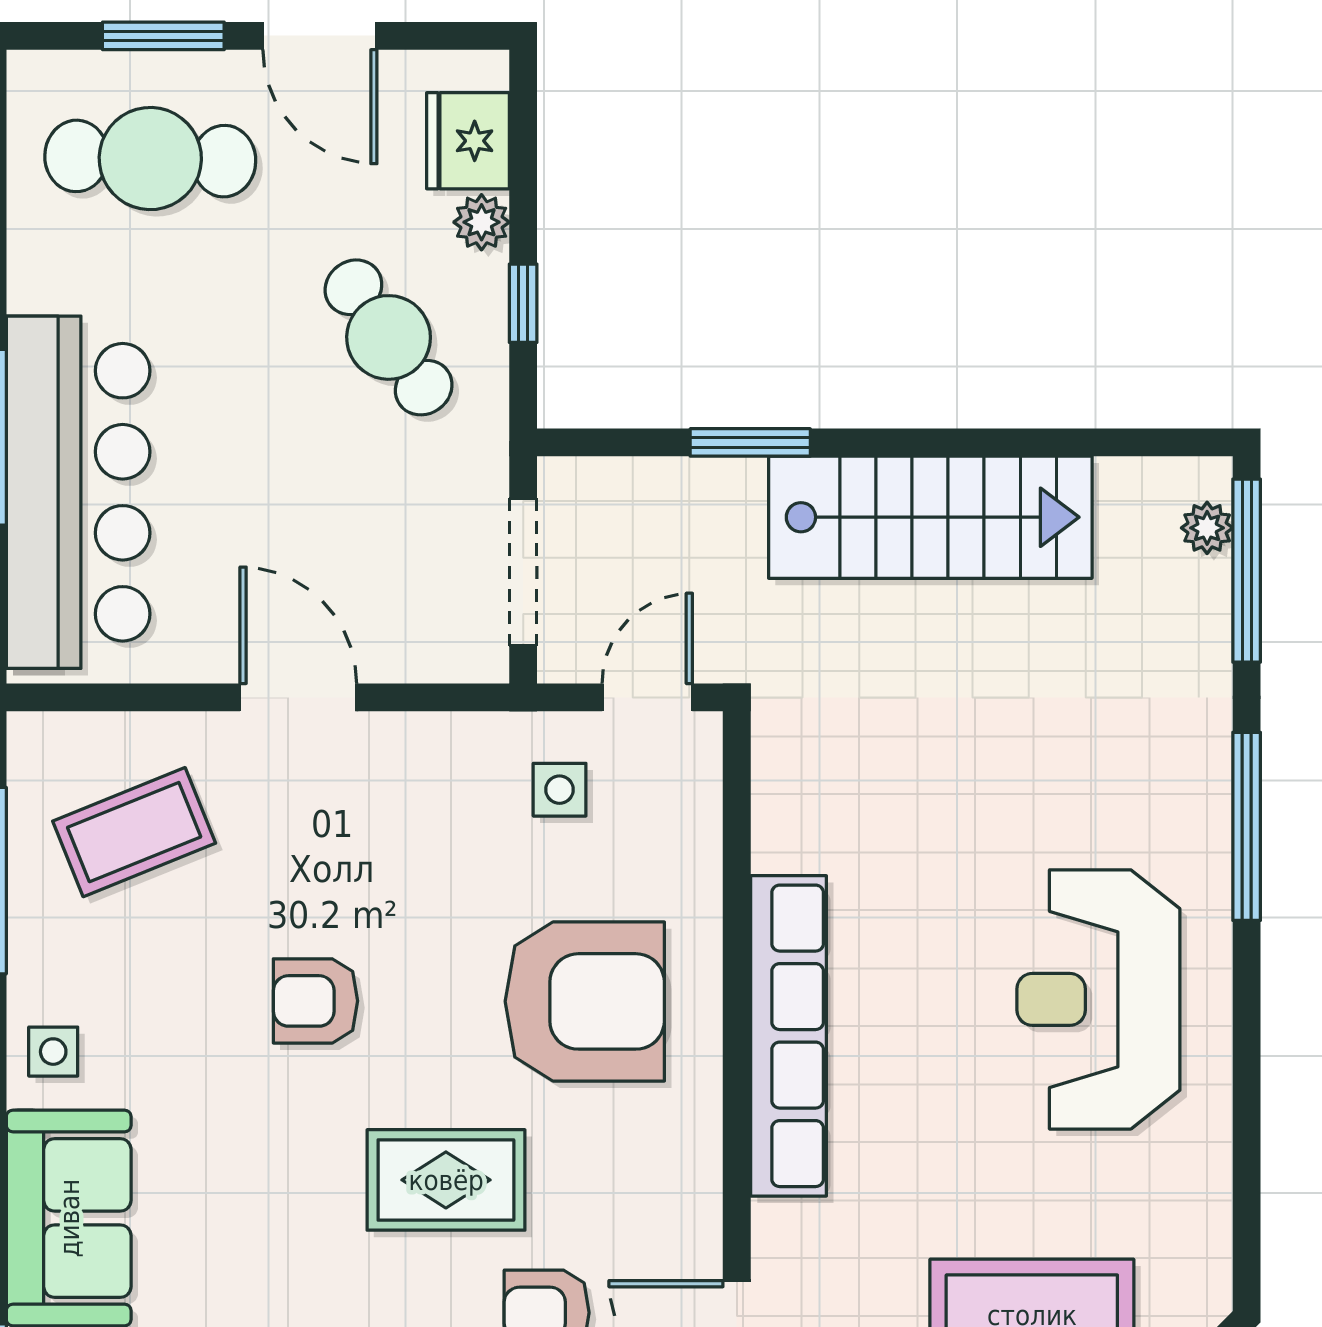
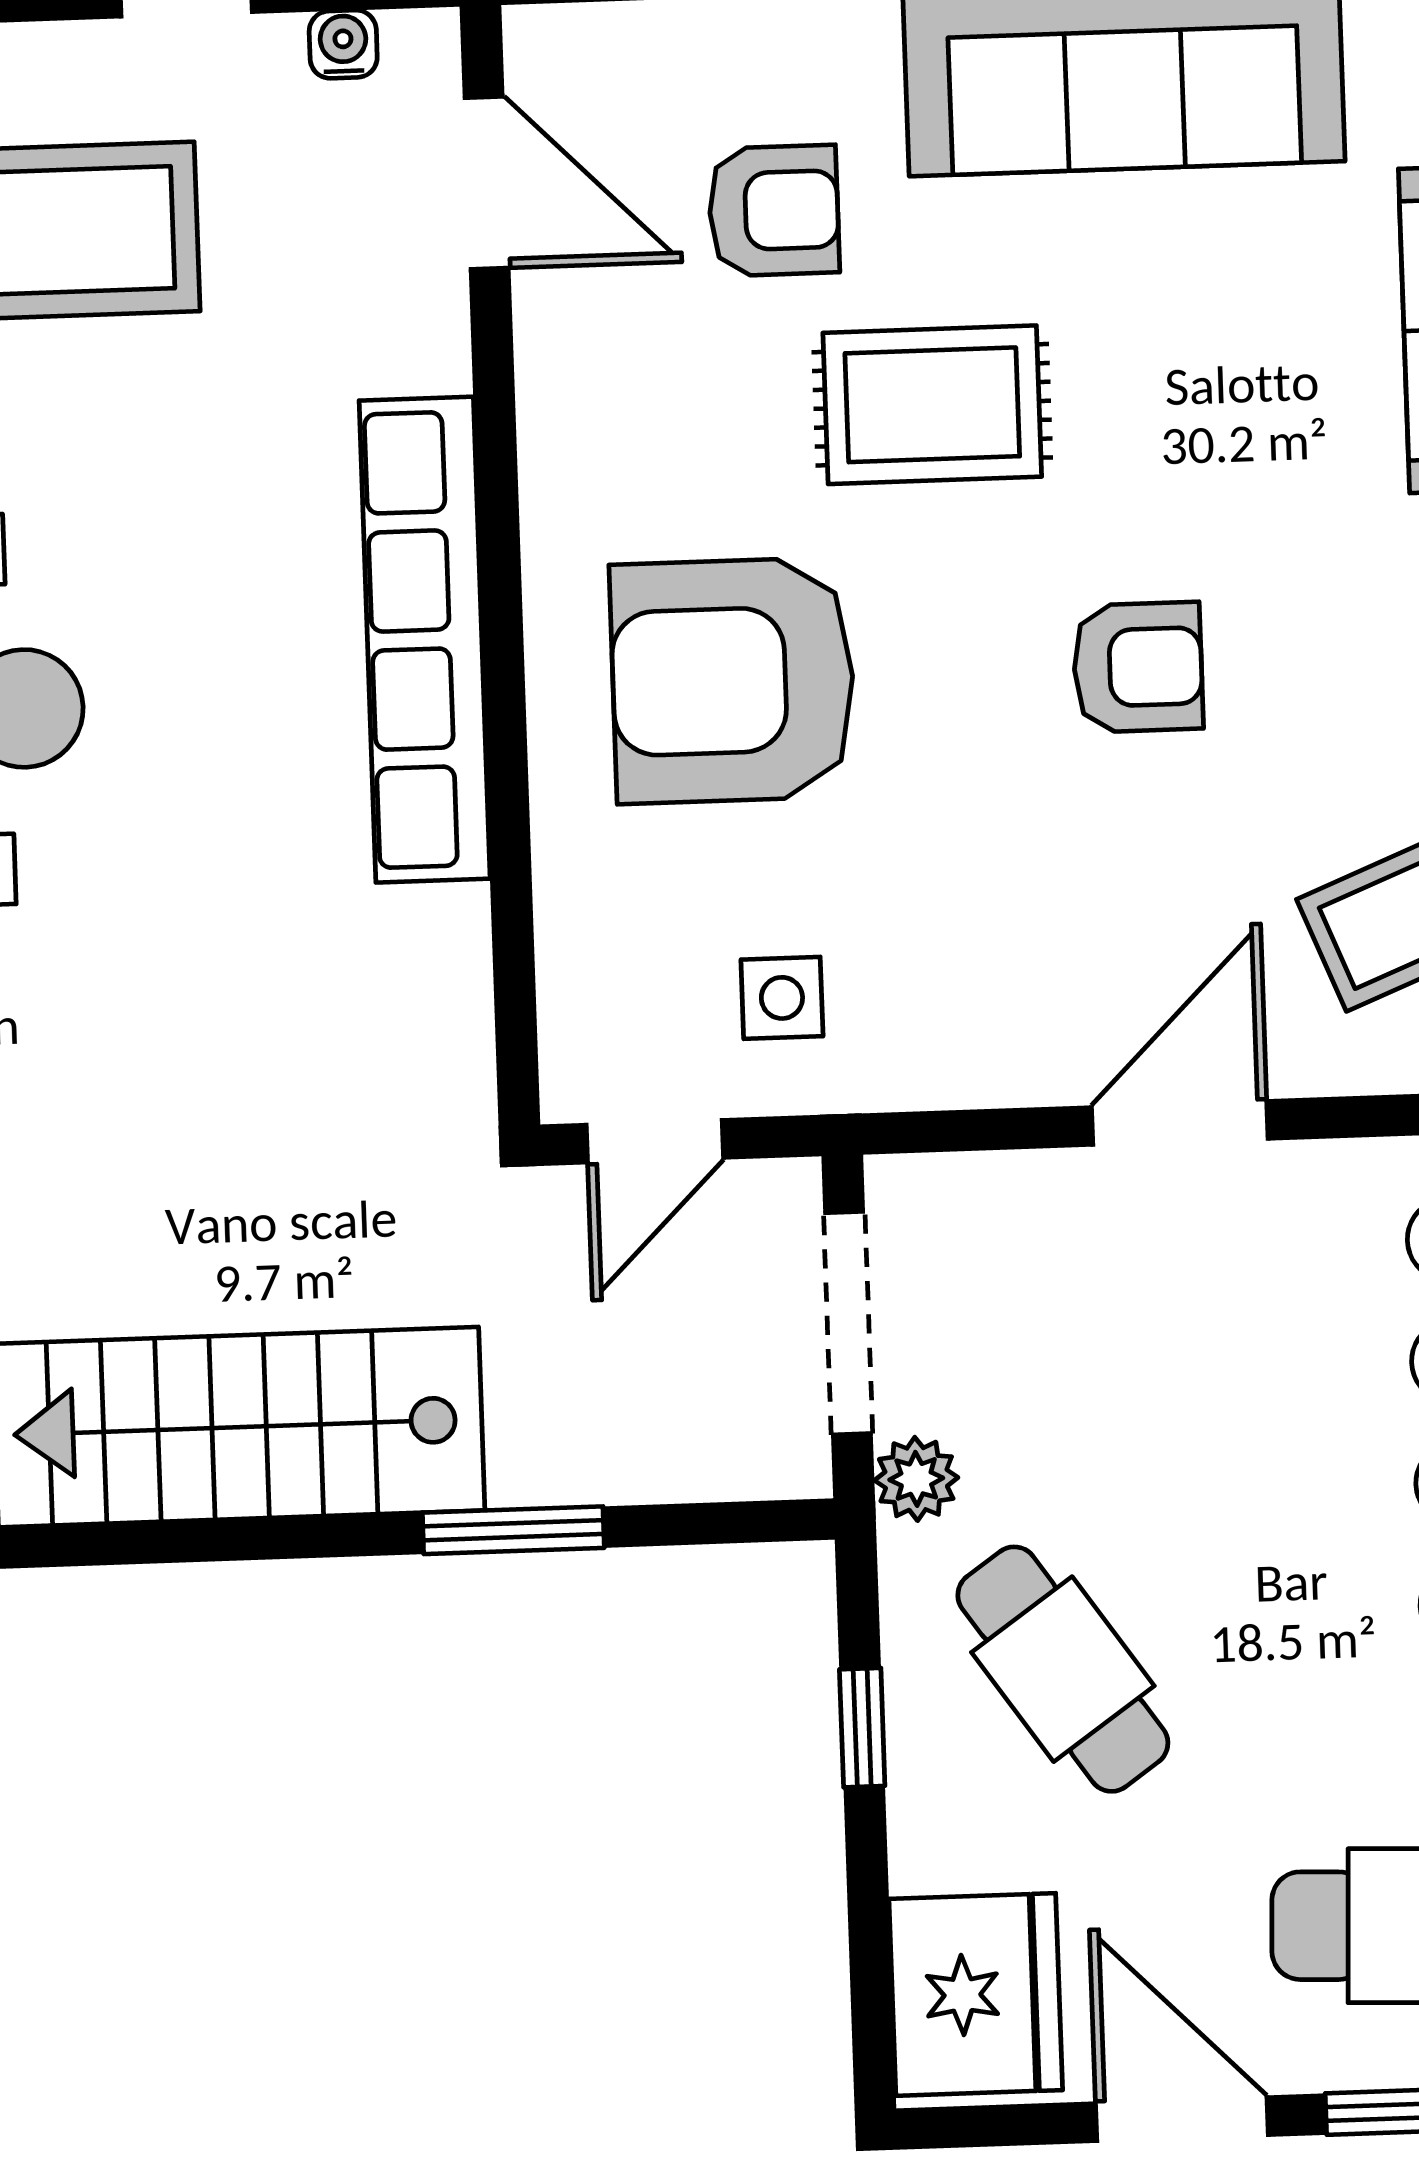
fridge: (468, 141) -> (976, 1994), width x1.36, depth x1.34
plant: (482, 222) -> (916, 1479), moved
door: (298, 697) -> (1180, 1123), swing flipped

